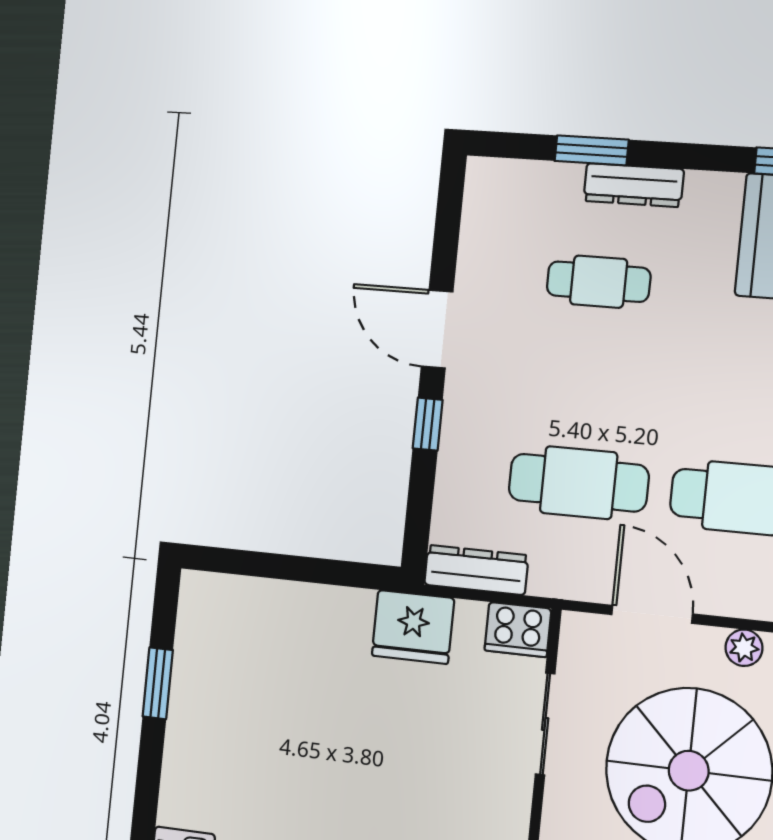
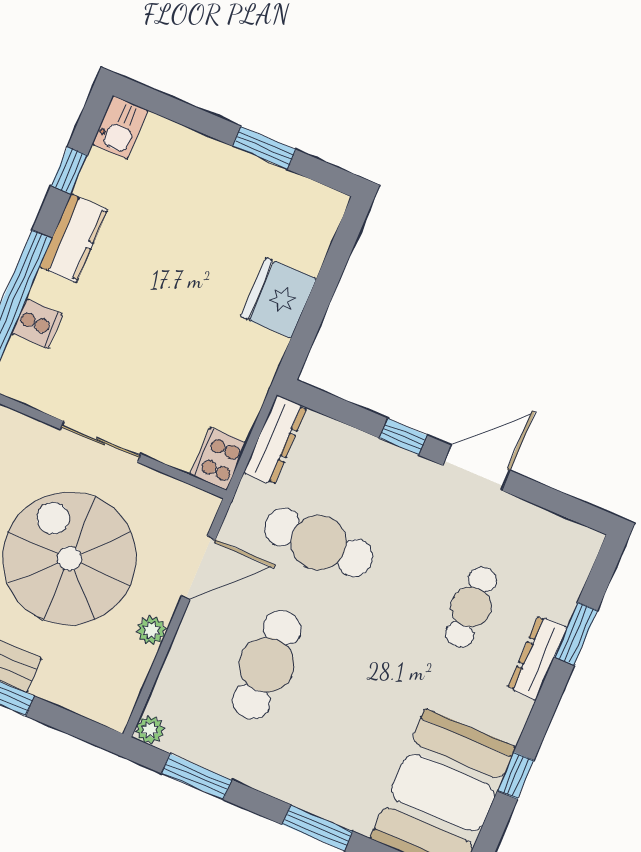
cafe table: (579, 483) -> (319, 542), turned 90
fridge: (413, 627) -> (279, 298), moved
sliding door: (545, 724) -> (101, 442), moved

